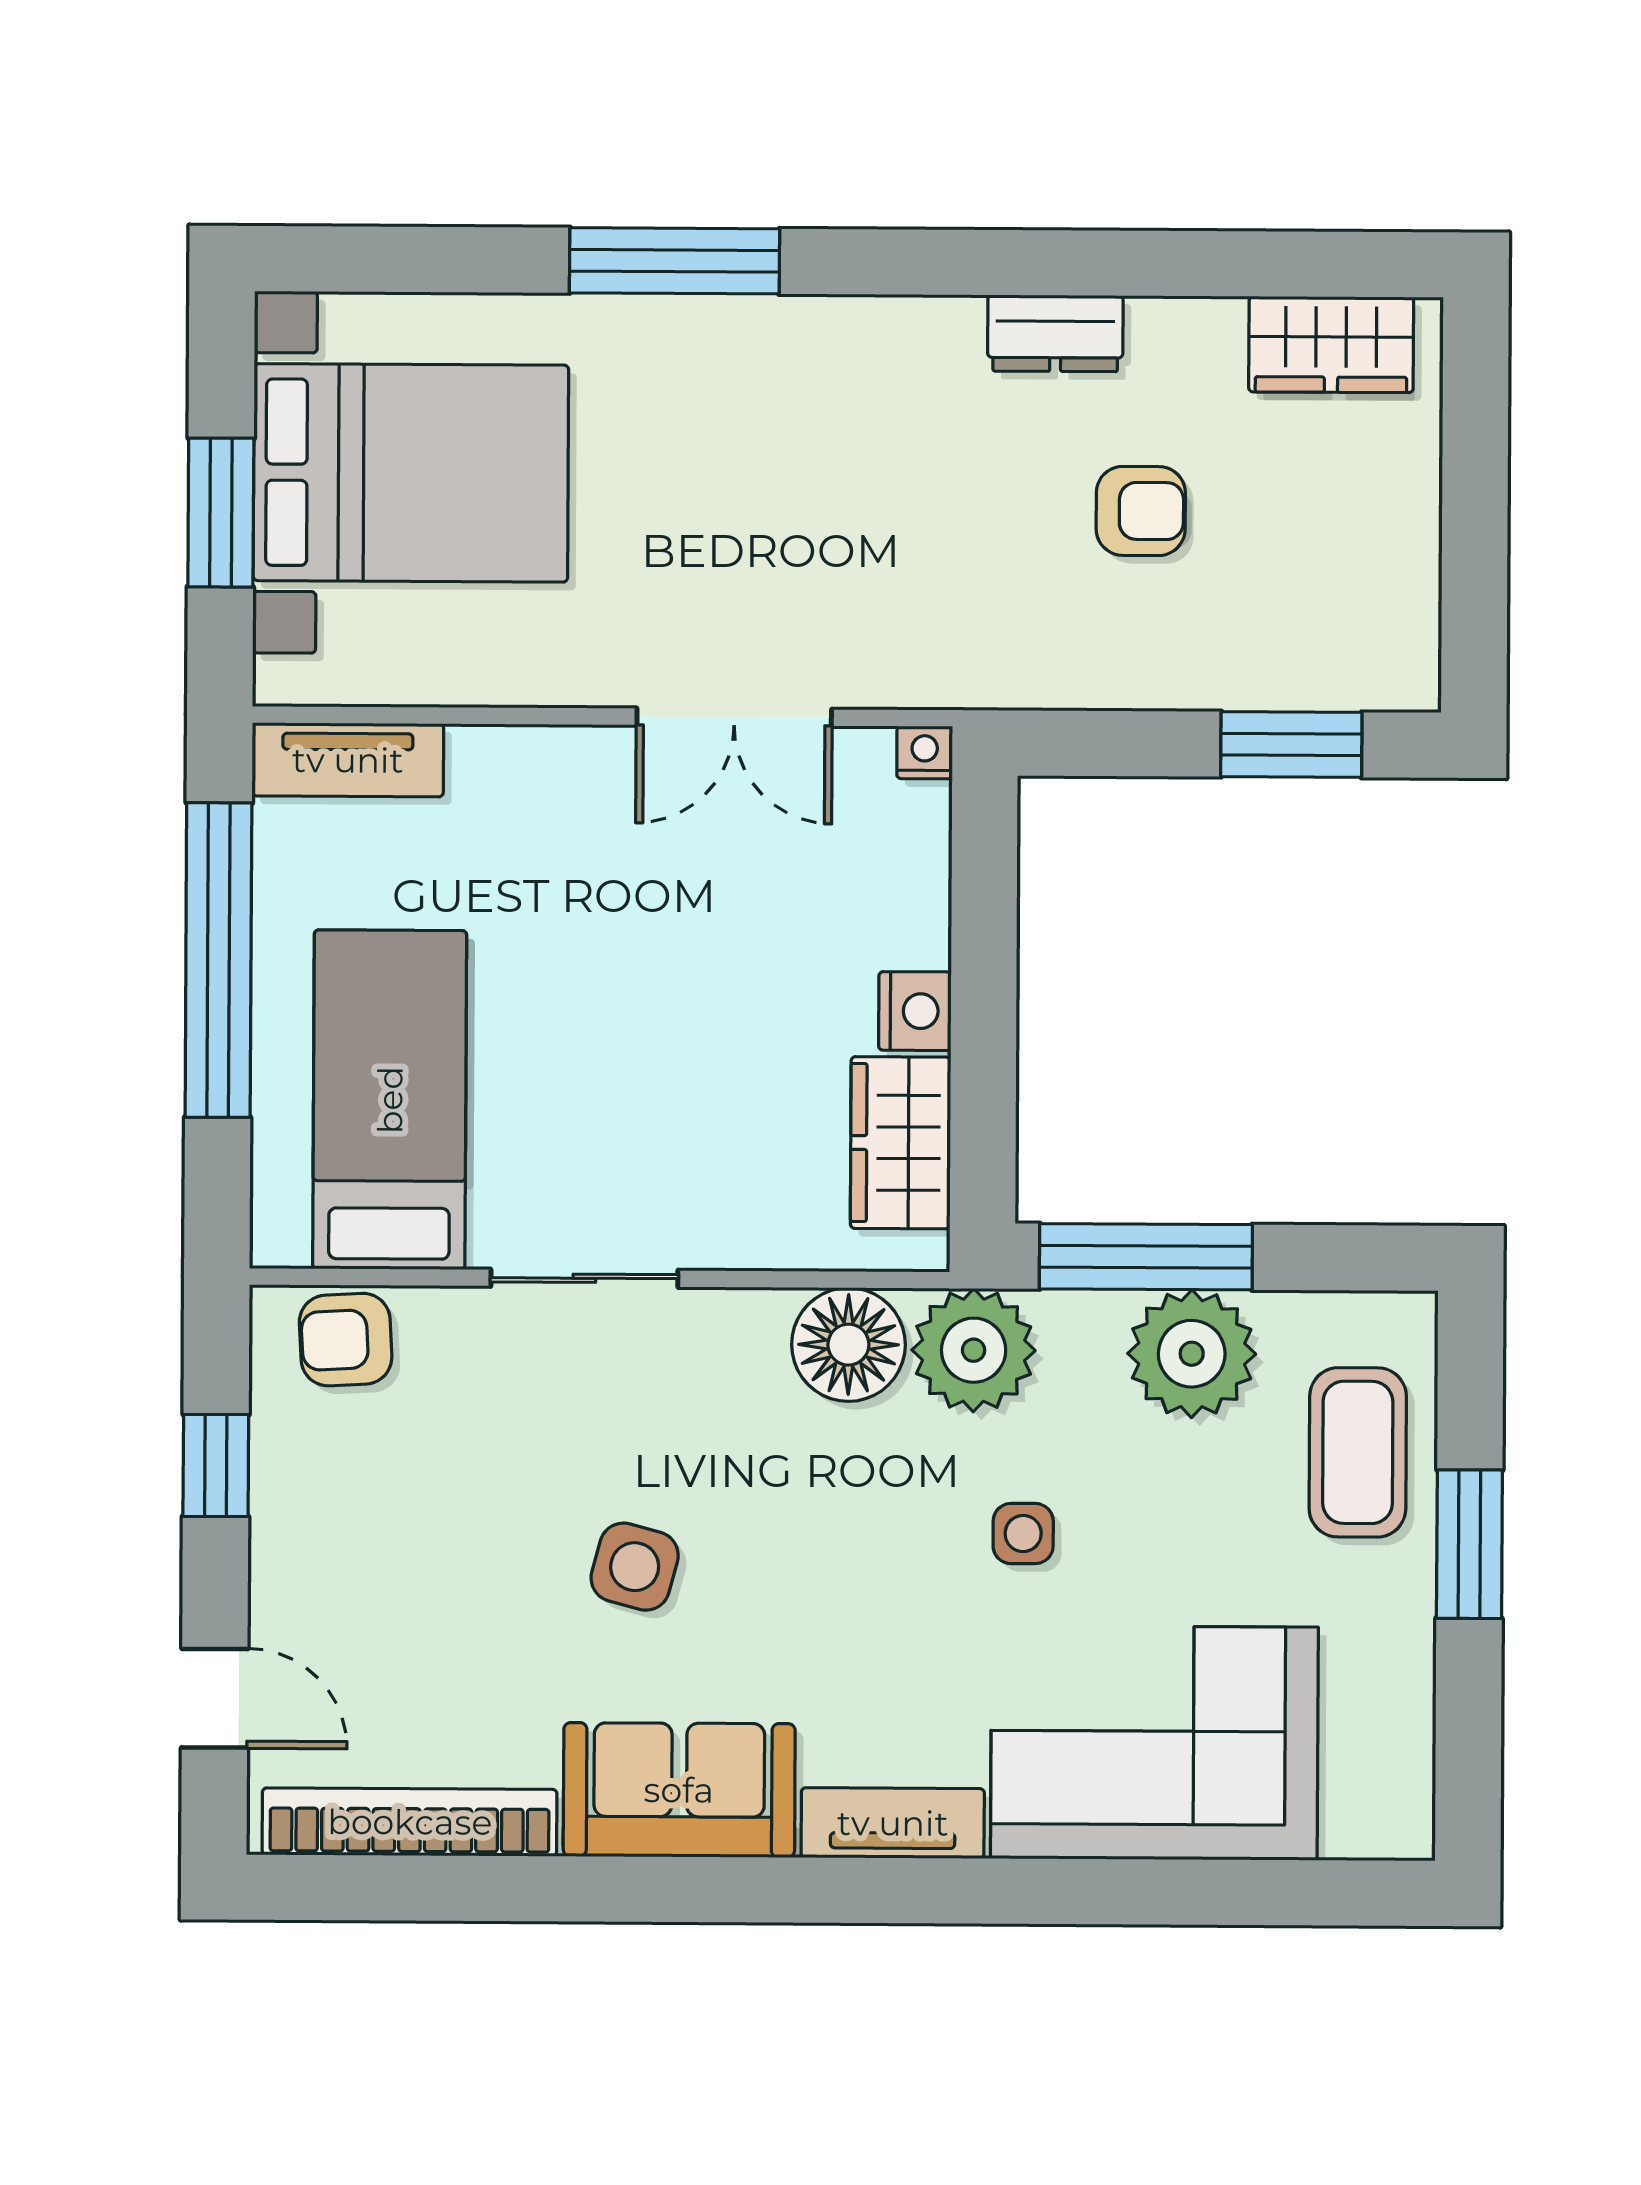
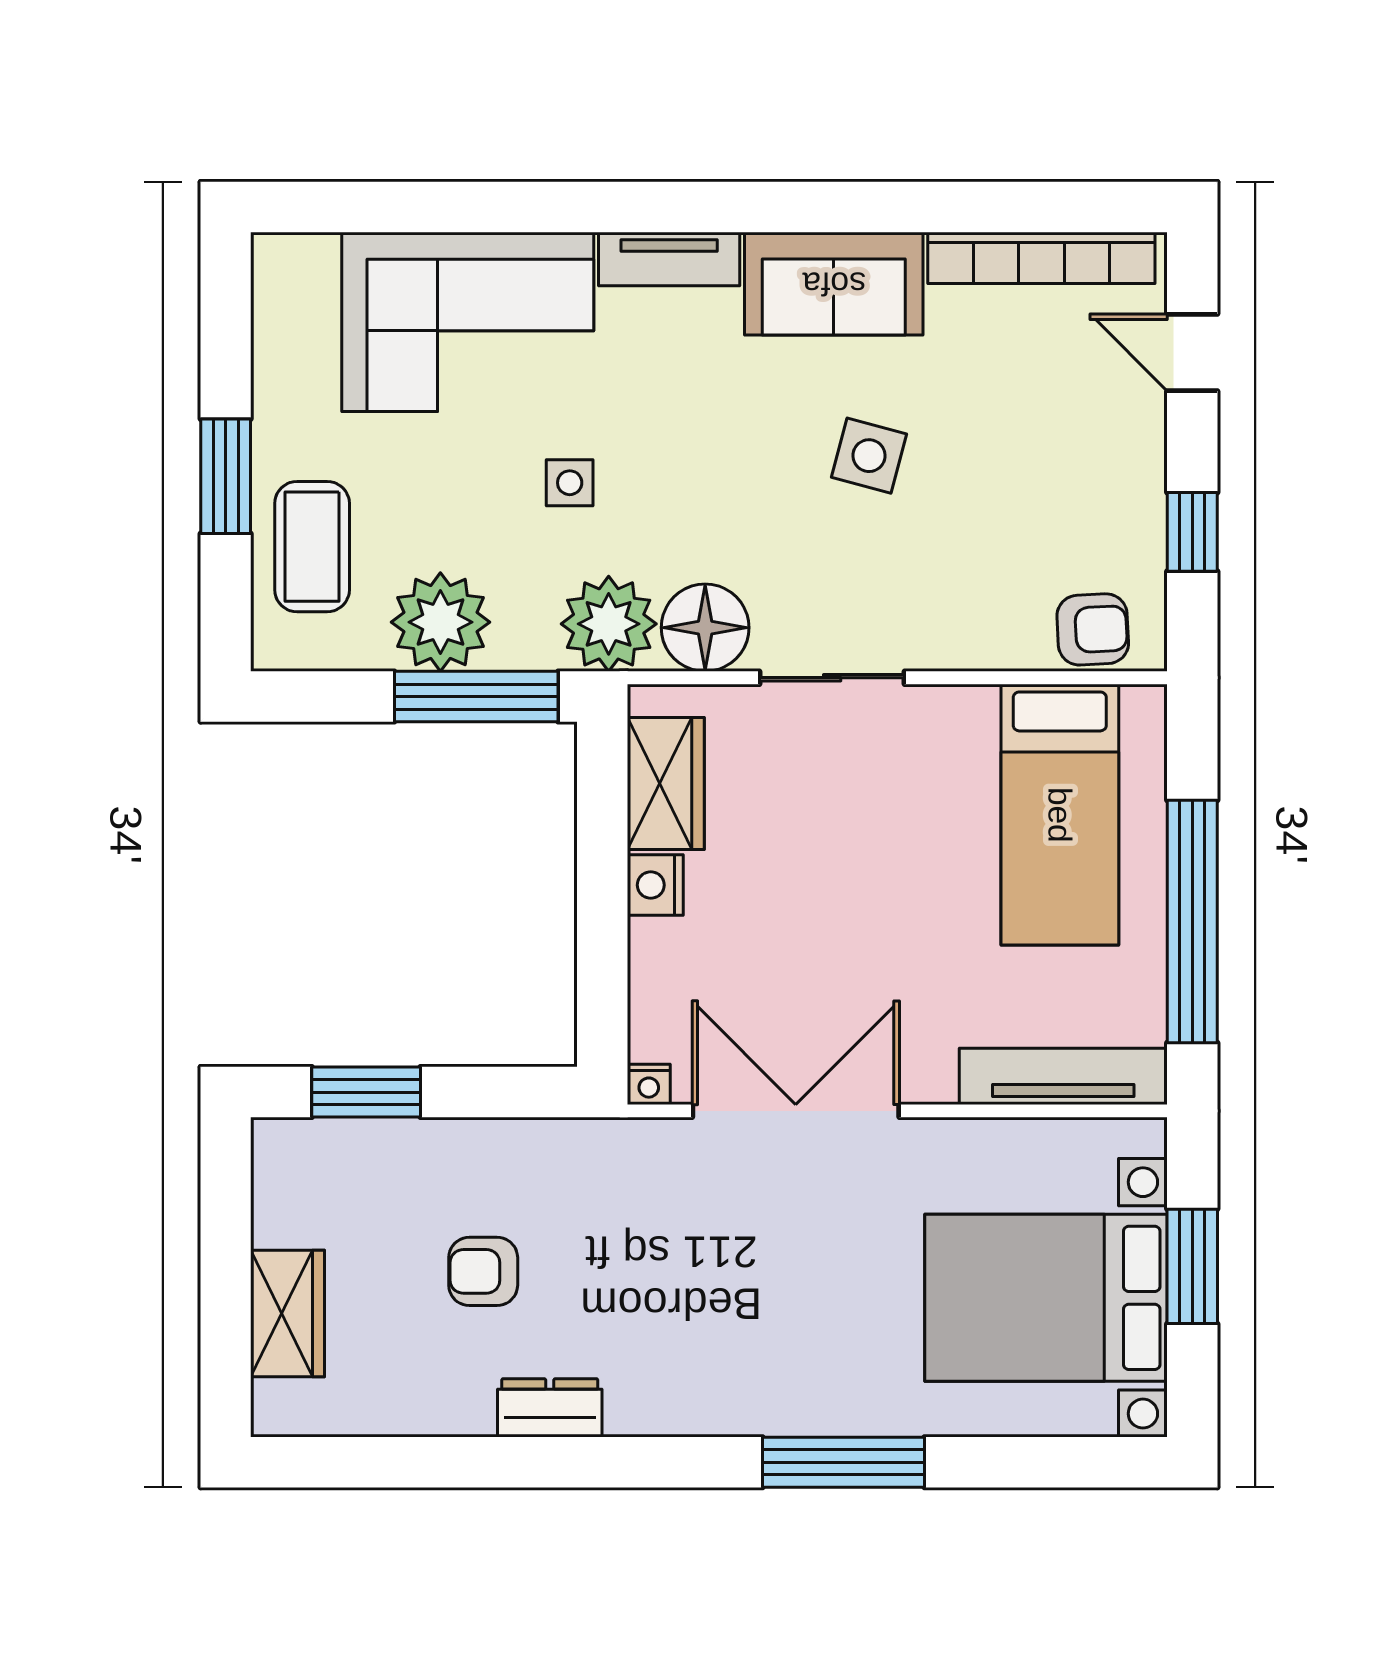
wardrobe: (1331, 345) -> (288, 1313), moved, turned 90
double door: (734, 717) -> (796, 1111), width x1.37
tv unit: (348, 760) -> (1063, 1076), width x1.41
sliding door: (584, 1278) -> (832, 678), moved

